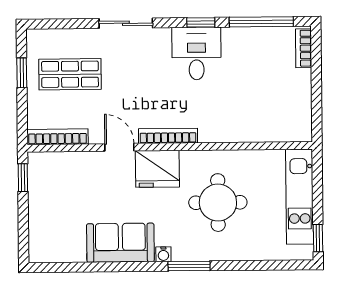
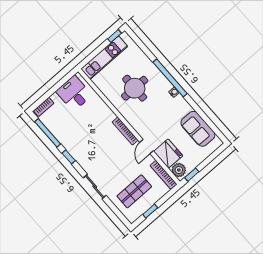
desk: (196, 53) -> (74, 93), moved, turned 90
shop shelf: (70, 74) -> (134, 191), turned 90
plant: (46, 165) -> (179, 170), added
fridge: (157, 169) -> (168, 154), moved
sofa: (120, 243) -> (198, 129), moved
window: (189, 266) -> (170, 78), width x2.11

